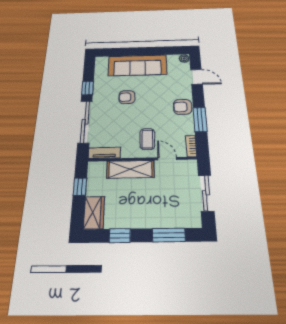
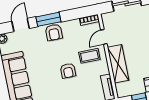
armchair: (127, 97) -> (68, 71), moved
window: (200, 119) -> (48, 19), moved

